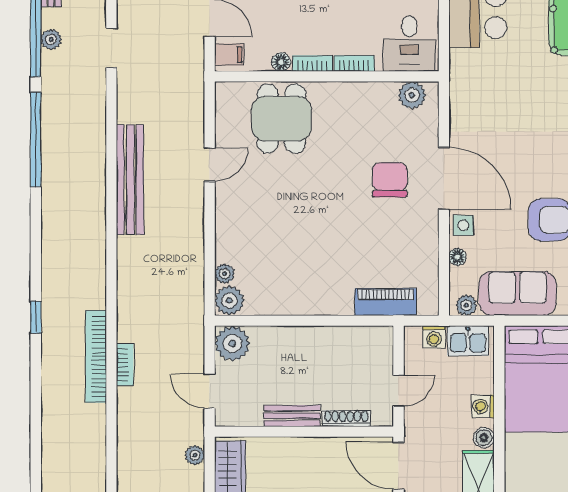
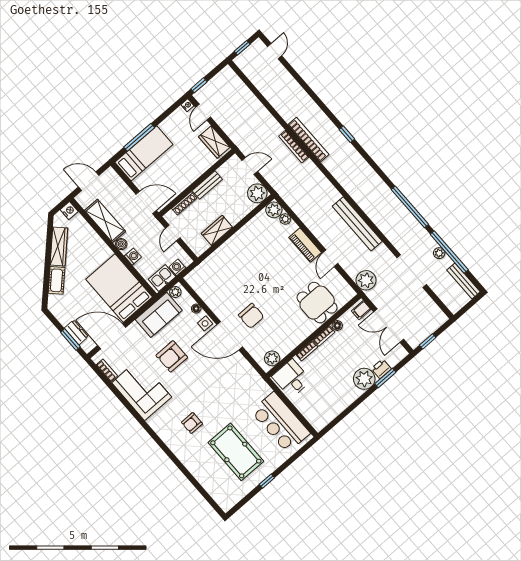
doorway: (111, 48) -> (412, 271), width x1.88
piano: (385, 302) -> (305, 245), moved, turned 90
wardrobe: (334, 341) -> (217, 230), added
bookcase: (125, 365) -> (294, 147), width x1.56
plant: (195, 455) -> (366, 280), moved, width x1.87, depth x1.87

